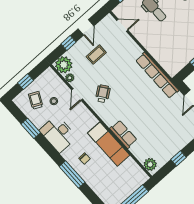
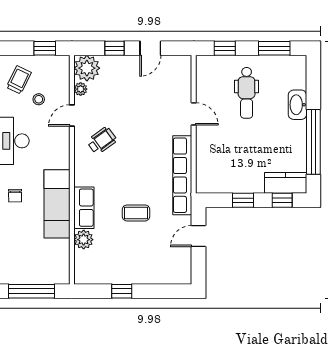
door: (122, 25) -> (194, 114), moved
coffee table: (96, 55) -> (136, 213), moved
window: (25, 82) -> (45, 48), moved
plant: (150, 164) -> (84, 240), moved

